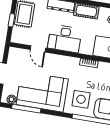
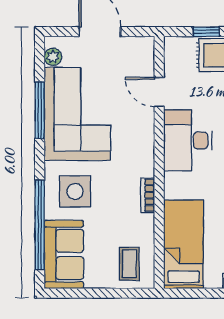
door: (38, 49) -> (159, 92), hinge flipped
window: (26, 109) -> (40, 110), moved

